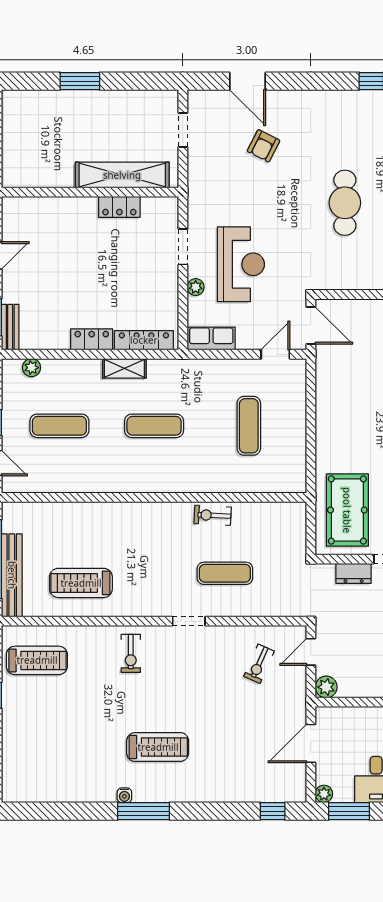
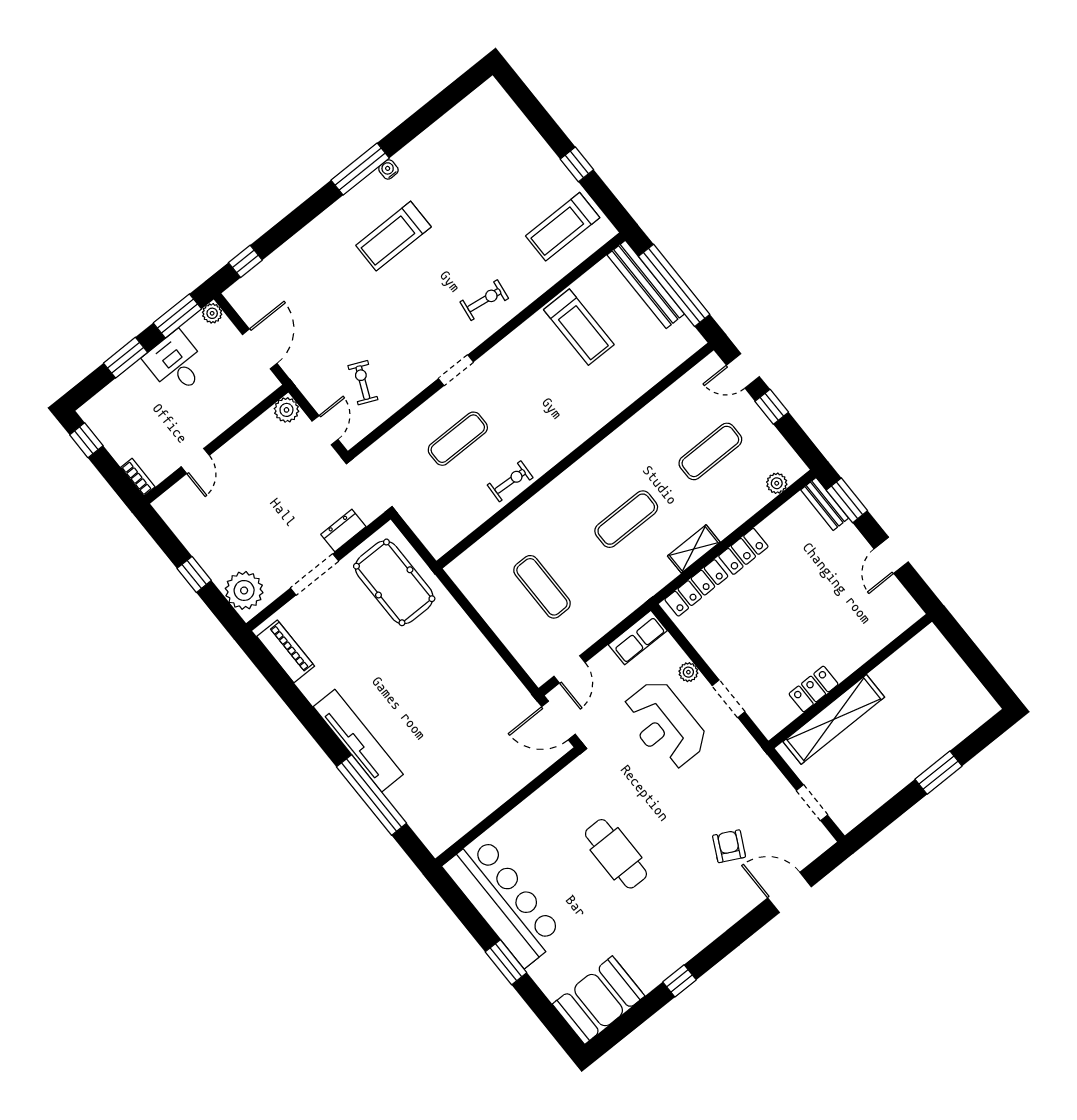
treadmill: (81, 583) -> (579, 327), turned 90
exercise bike: (131, 653) -> (484, 300), turned 98

